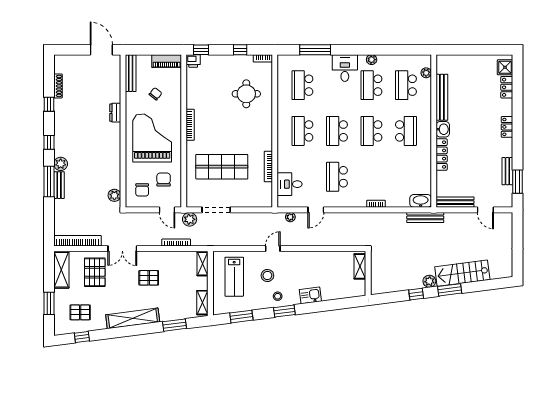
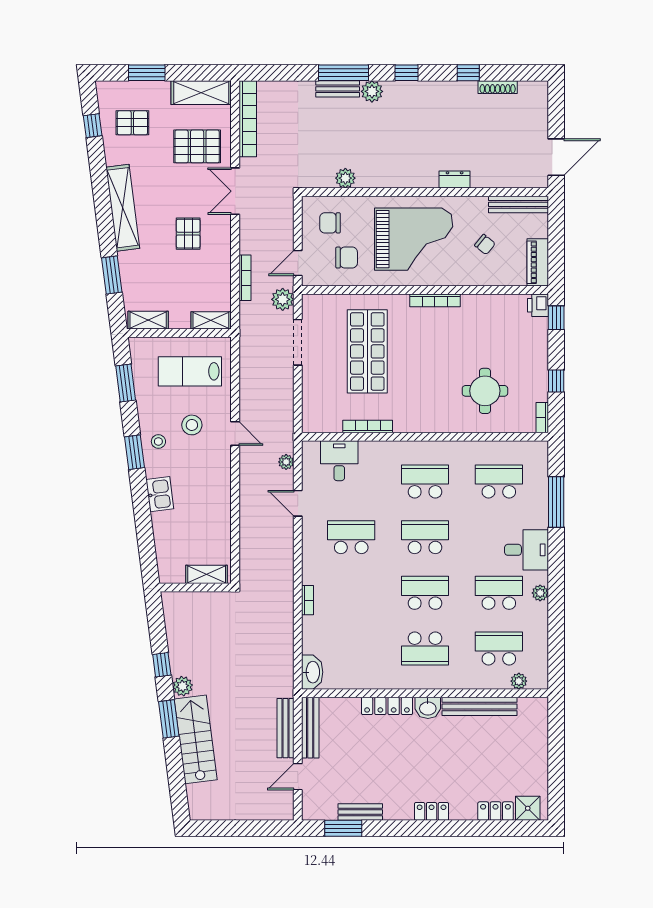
plant: (114, 195) -> (345, 178), moved
bench: (425, 217) -> (286, 728), moved
pallet: (80, 312) -> (132, 123), turned 90

